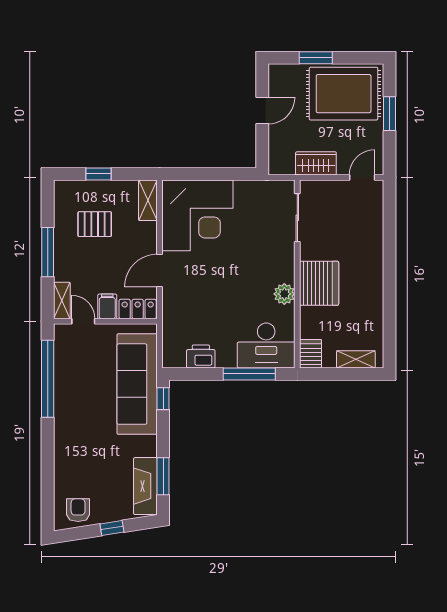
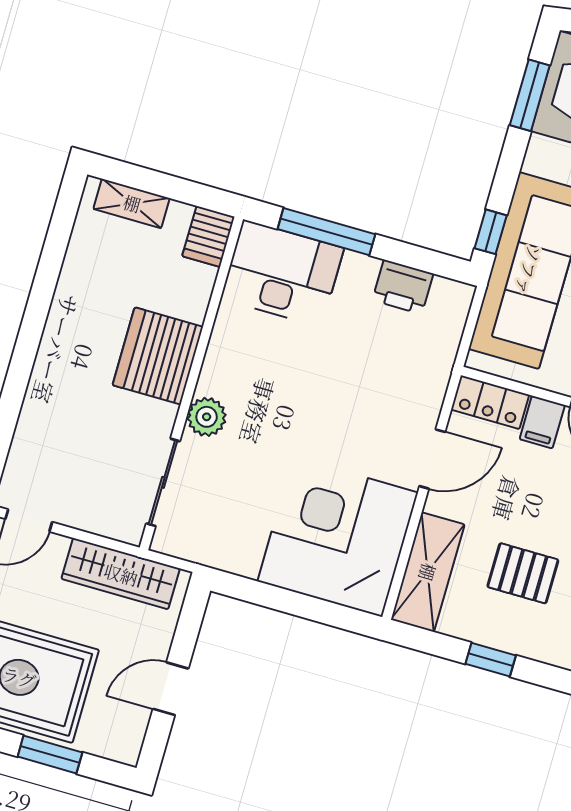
wardrobe: (316, 163) -> (121, 574), width x1.50
shelving: (148, 200) -> (428, 572), width x1.50, depth x1.33
plant: (284, 294) -> (207, 417), moved

